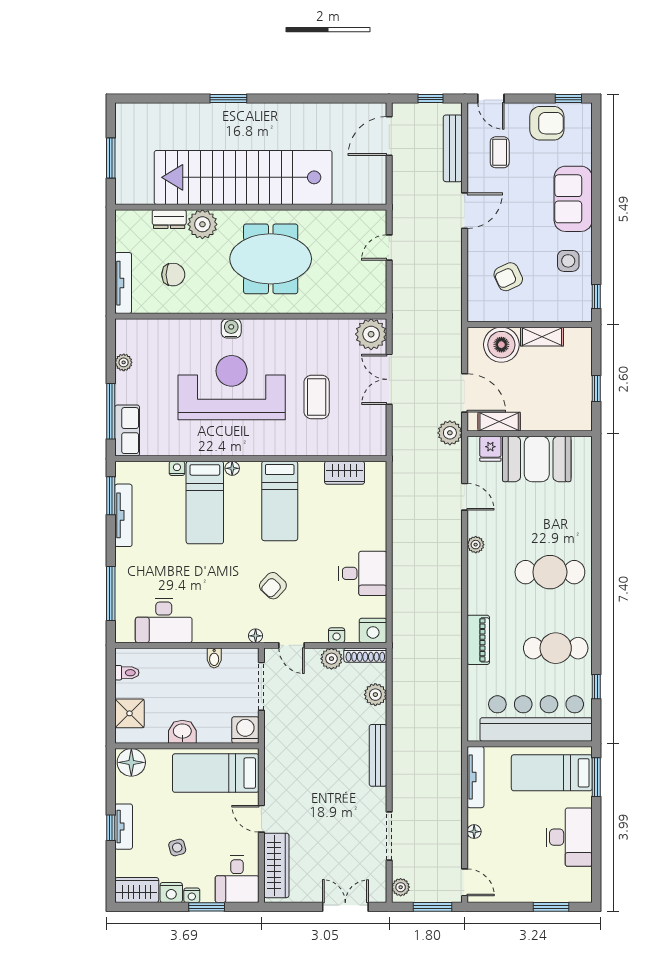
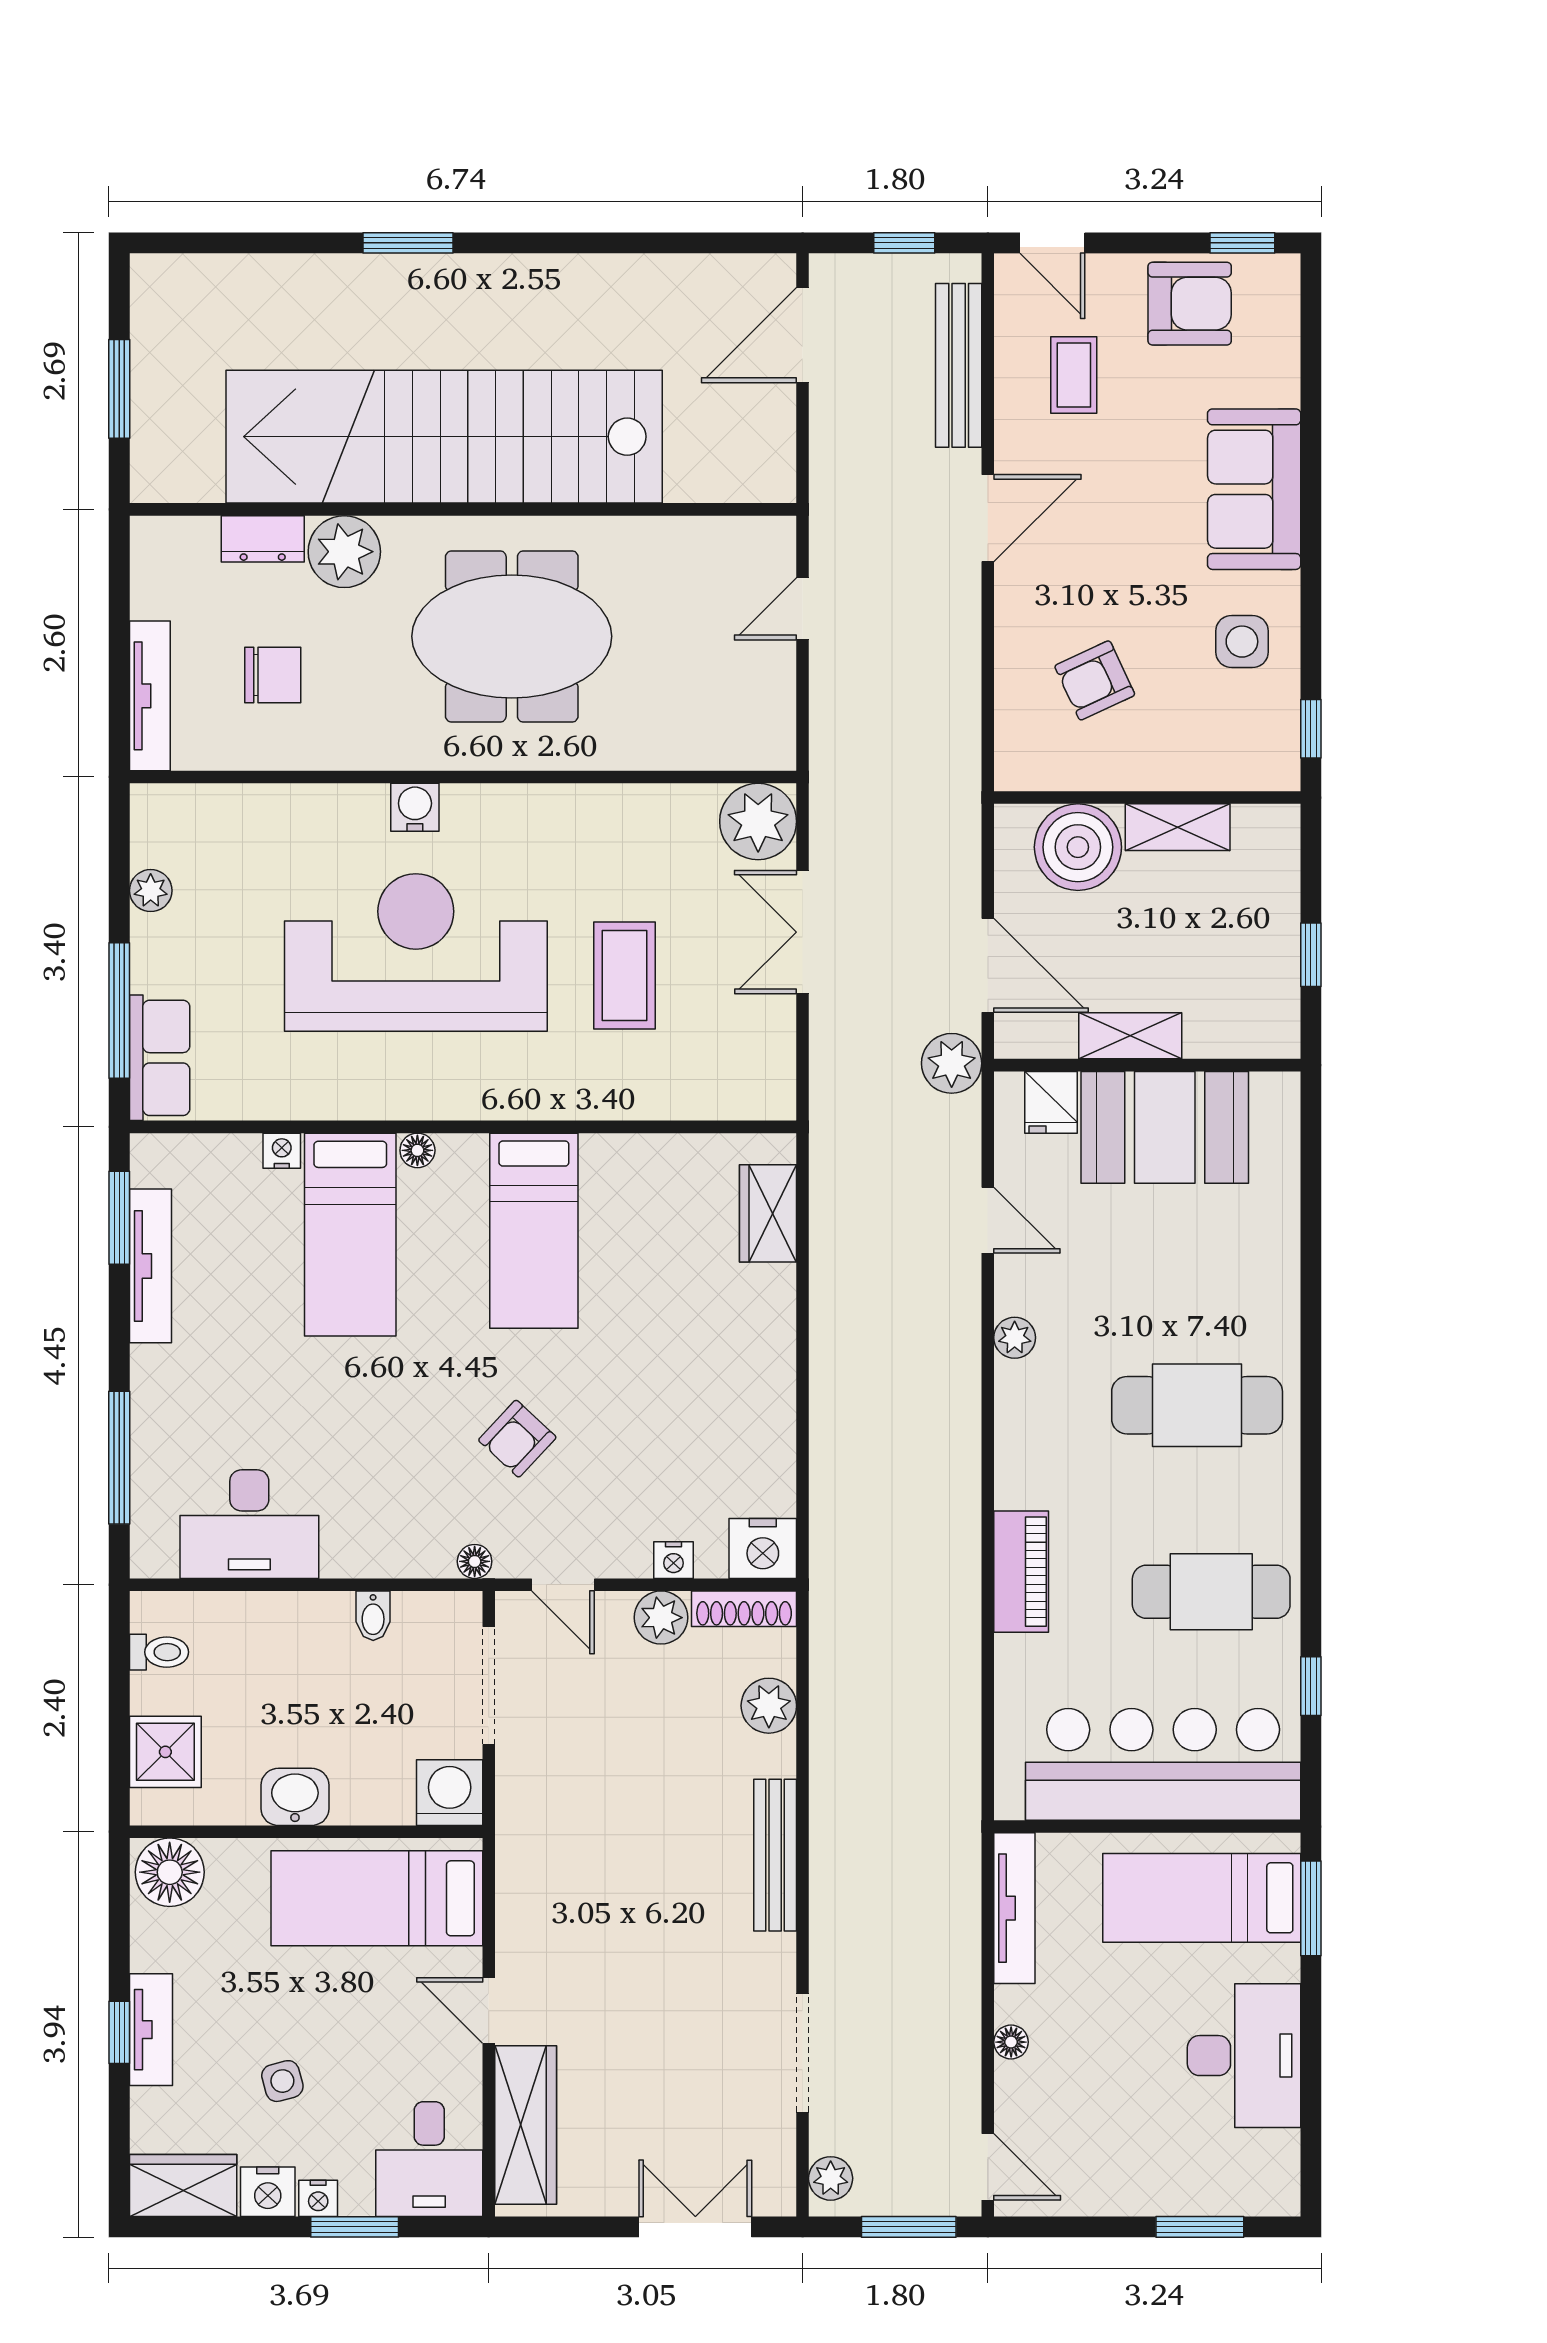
shelving: (499, 422) -> (1130, 1036), moved
wardrobe: (345, 473) -> (768, 1213), moved, turned 90
desk: (363, 573) -> (738, 1408), removed

